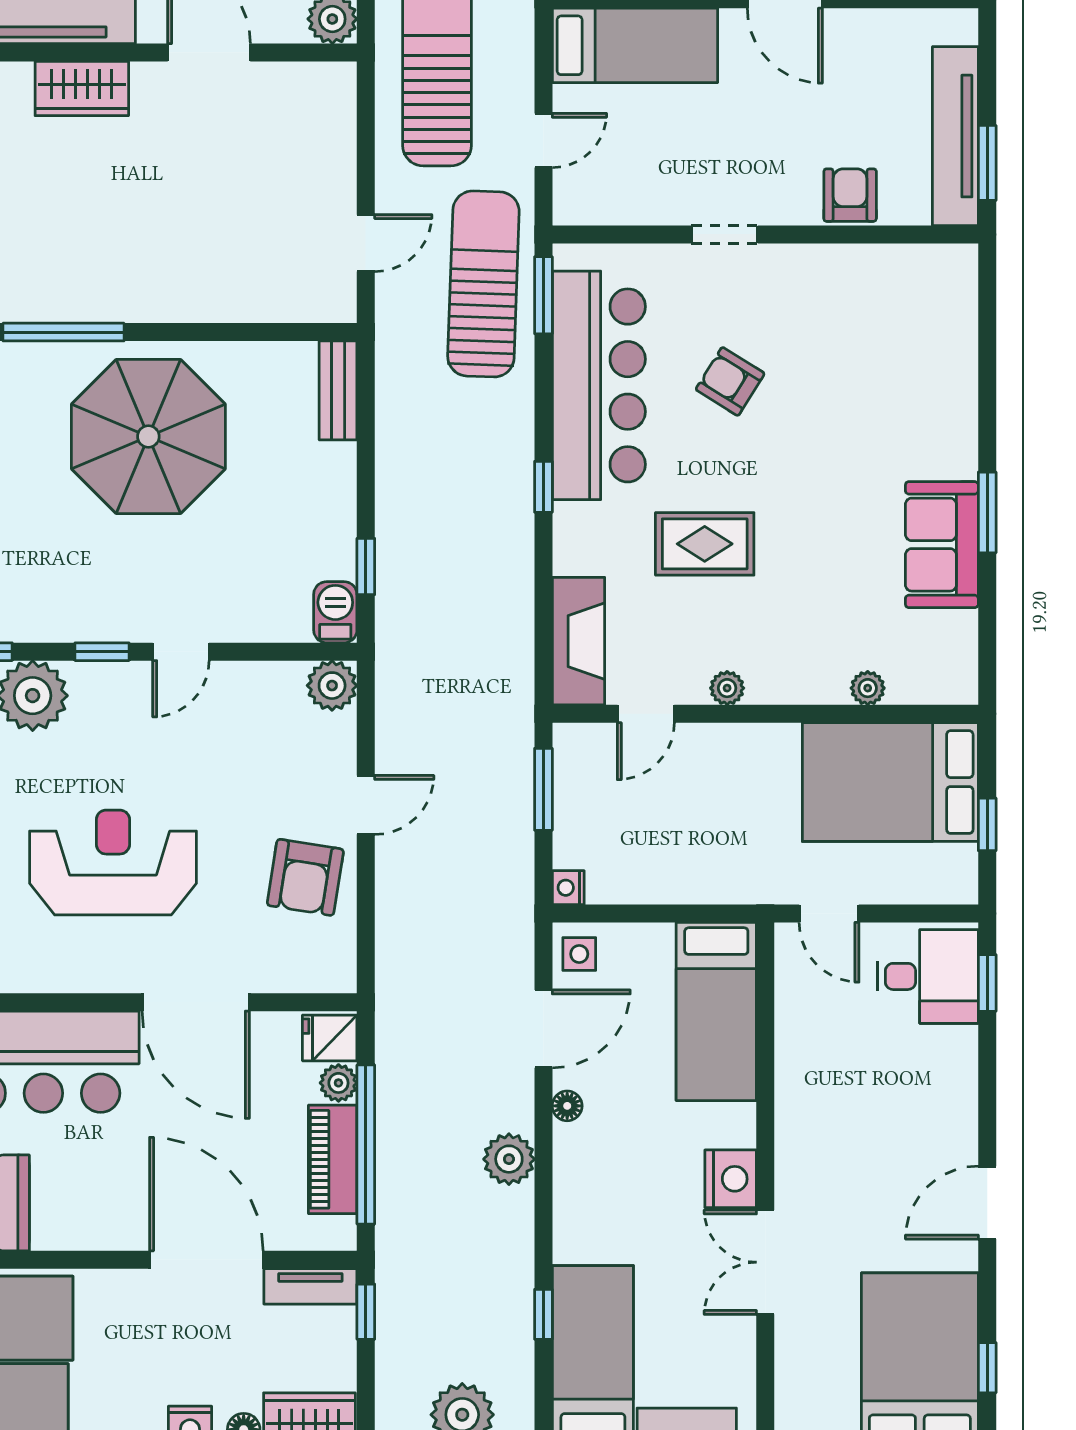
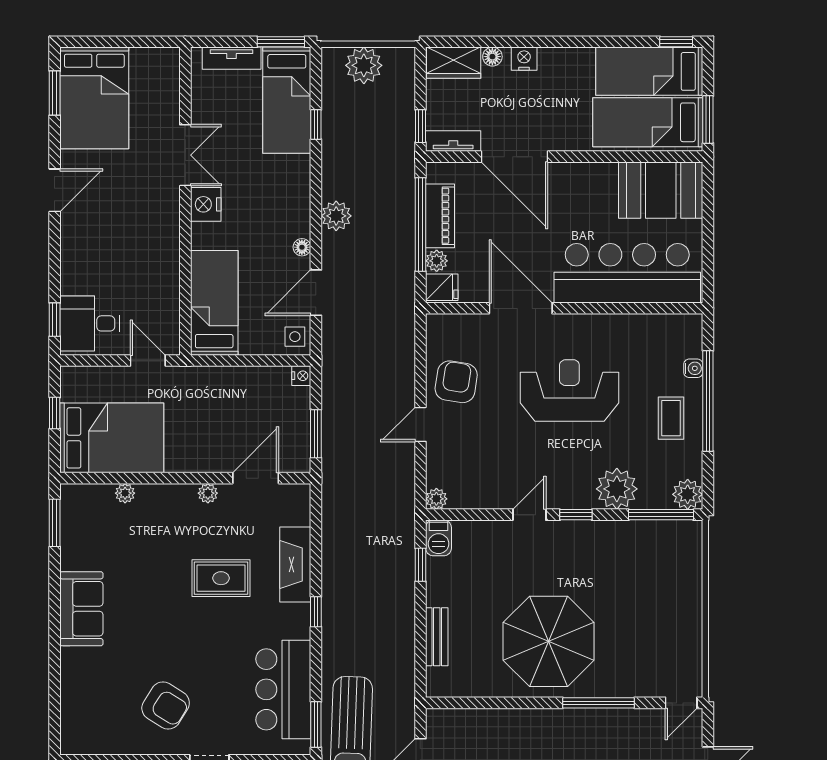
armchair: (730, 381) -> (166, 705), moved, width x1.38, depth x1.38
bar counter: (599, 385) -> (283, 689), width x0.73
bench: (338, 390) -> (437, 637), moved
window: (987, 512) -> (55, 523), moved
sofa: (942, 545) -> (81, 609), moved
fireplace: (578, 641) -> (295, 564), moved
plant: (332, 686) -> (436, 499), width x0.73, depth x0.73
door: (646, 714) -> (256, 478), width x1.38
reception desk: (113, 862) -> (569, 391), turned 180
window: (987, 1368) -> (55, 93), width x1.50

